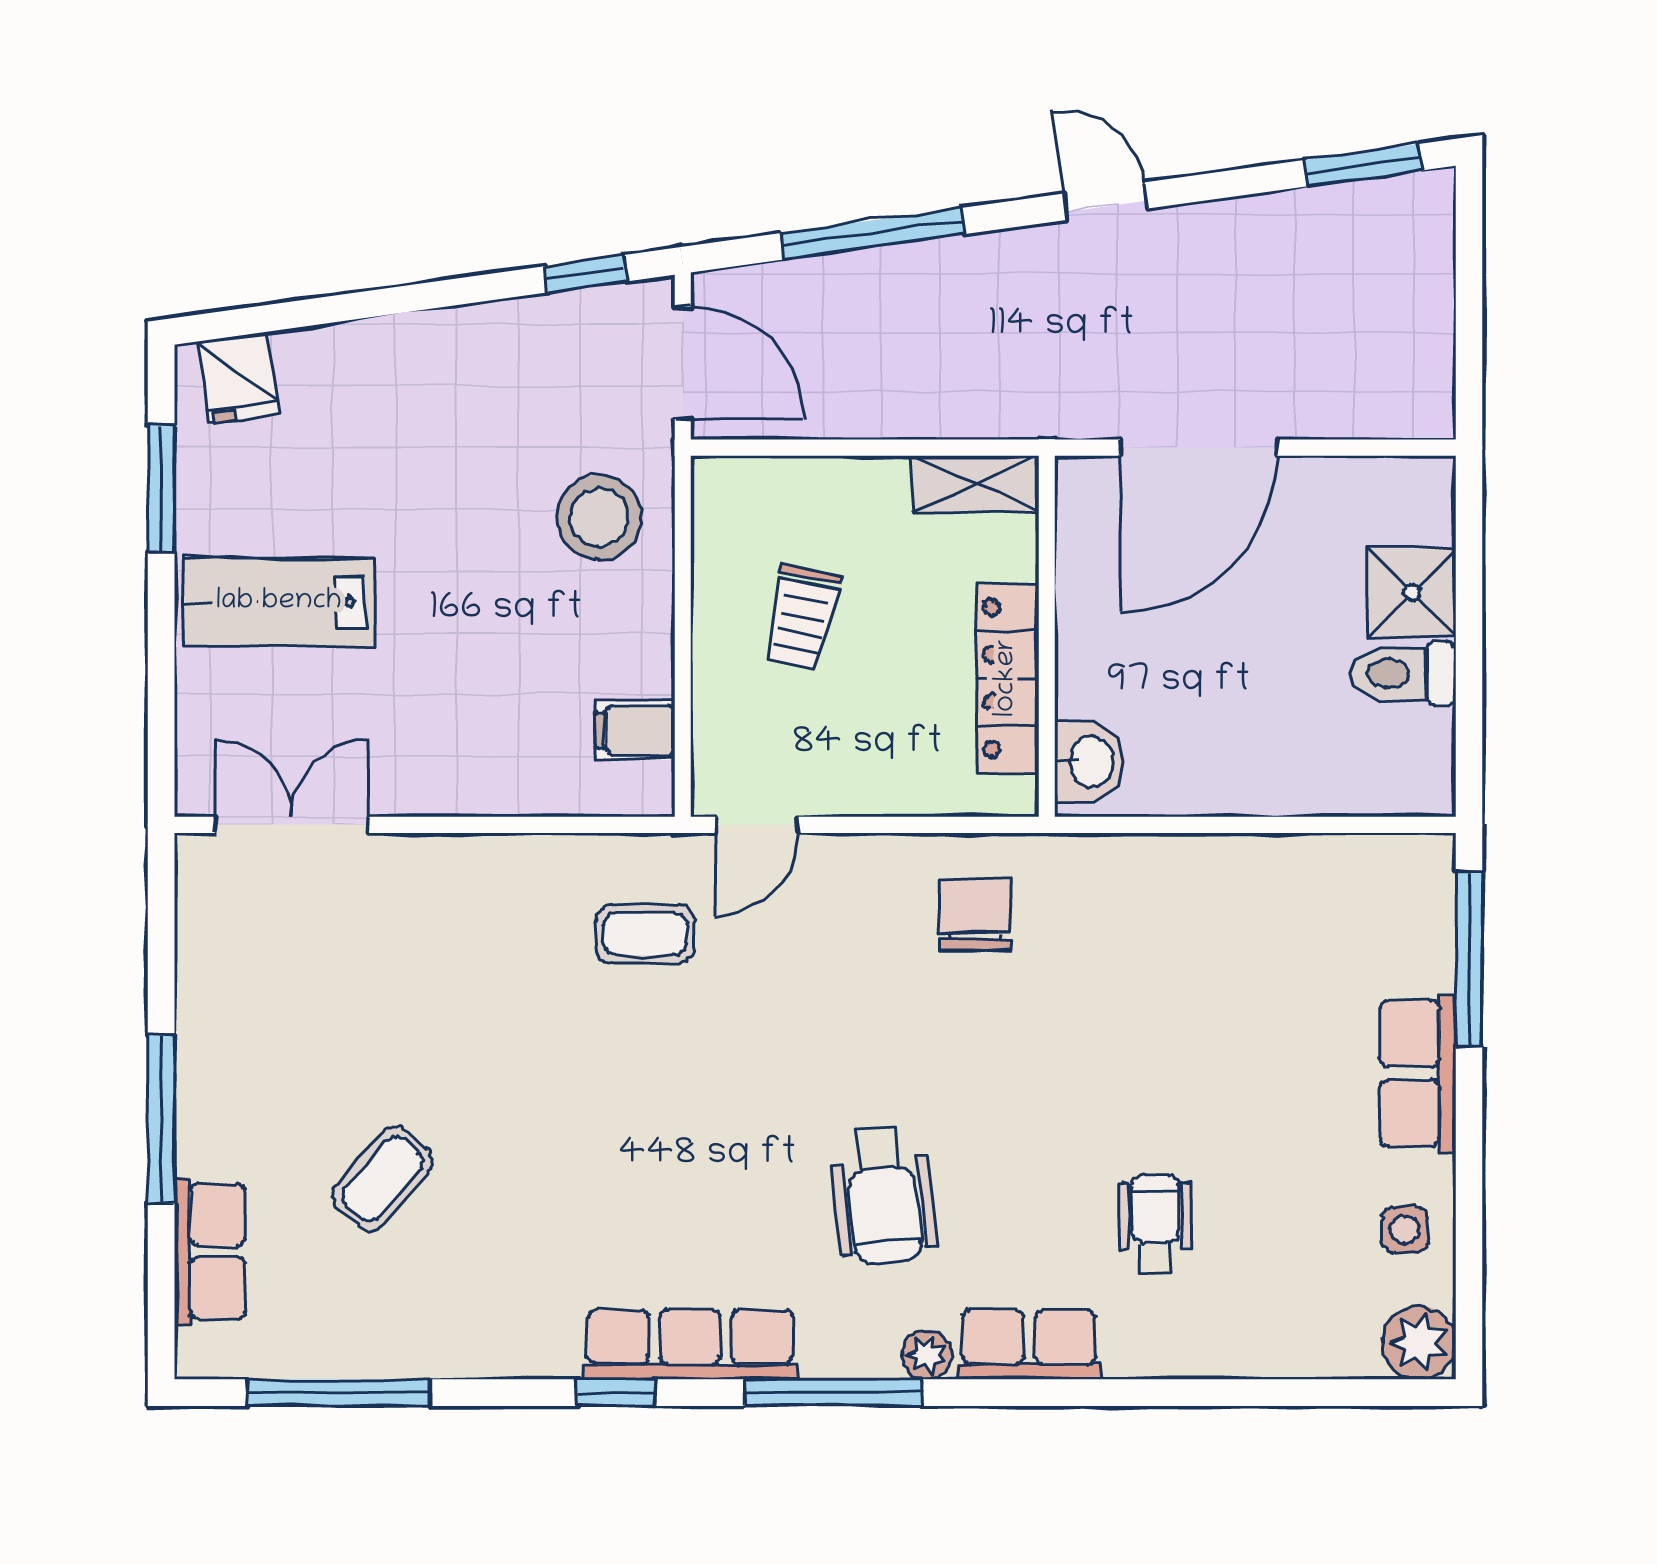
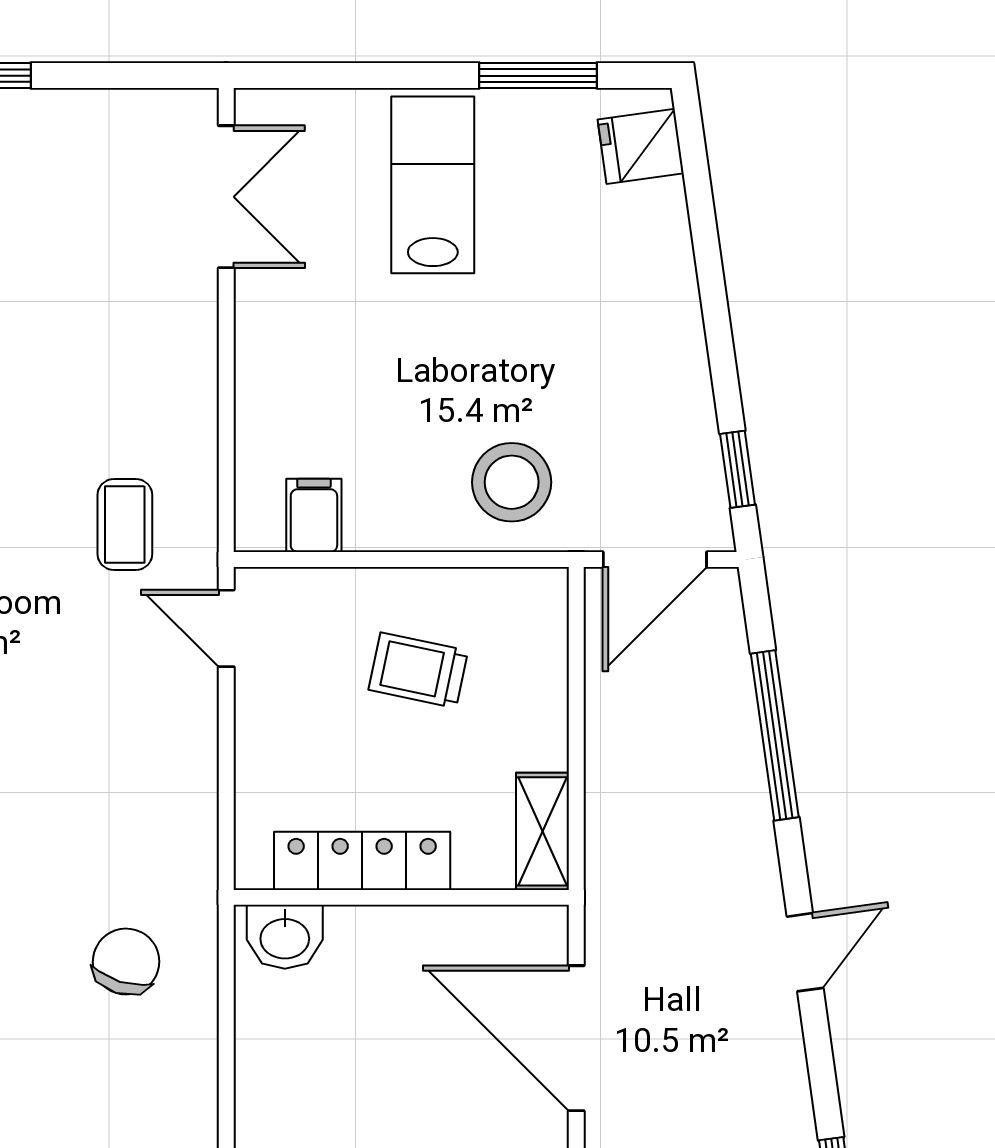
chair: (975, 915) -> (126, 962), moved, turned -73

